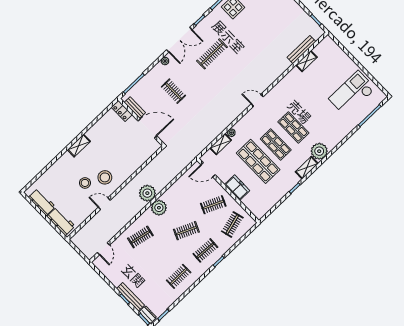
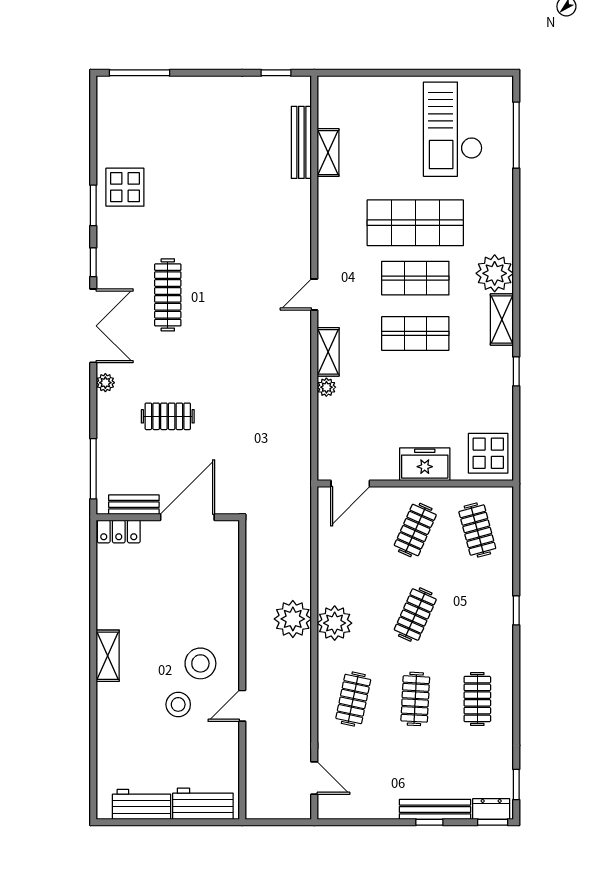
shelving: (221, 144) -> (328, 352), moved
shop shelf: (258, 161) -> (415, 223), moved
display table: (260, 204) -> (488, 453), added
clothes rail: (205, 250) -> (415, 699), moved

